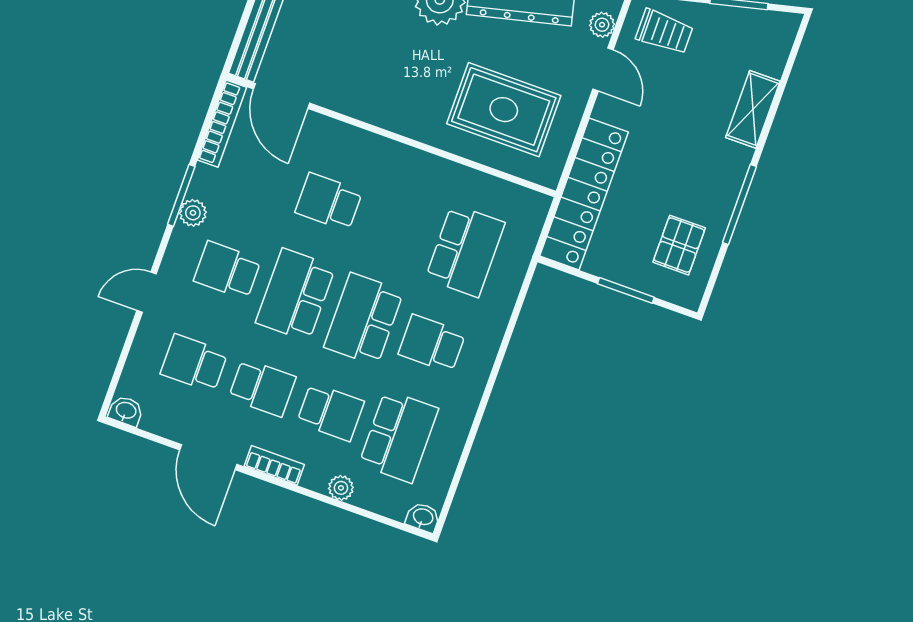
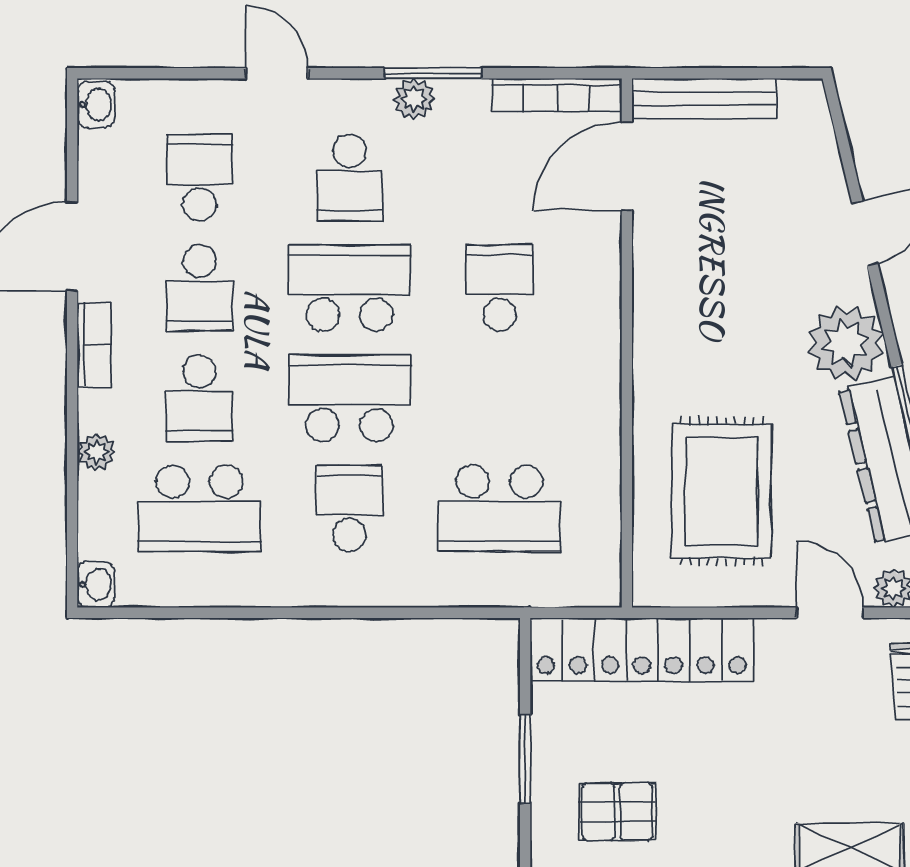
door: (603, 69) -> (830, 613), swing flipped
school desk: (227, 270) -> (350, 178), turned 180

